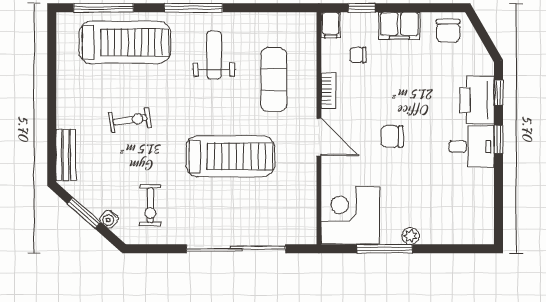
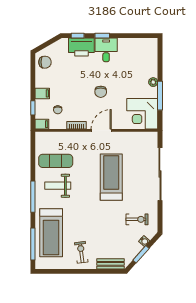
filing cabinet: (399, 26) -> (42, 93), width x0.50
treadmill: (125, 42) -> (51, 233), turned 180
exercise mat: (274, 80) -> (56, 161), moved
exercise bike: (130, 120) -> (81, 252), moved

